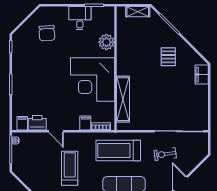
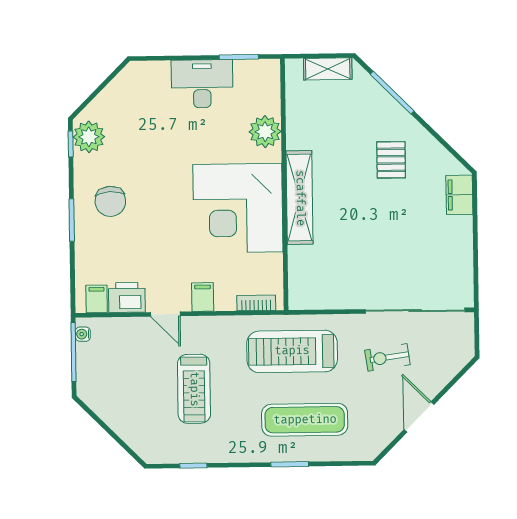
desk: (80, 18) -> (202, 84), width x1.37
chair: (47, 33) -> (110, 201), moved
plant: (20, 43) -> (89, 137), added
shelving: (123, 99) -> (300, 198), moved
filing cabinet: (85, 123) -> (203, 297), moved
treadmill: (70, 168) -> (194, 389), turned 180

